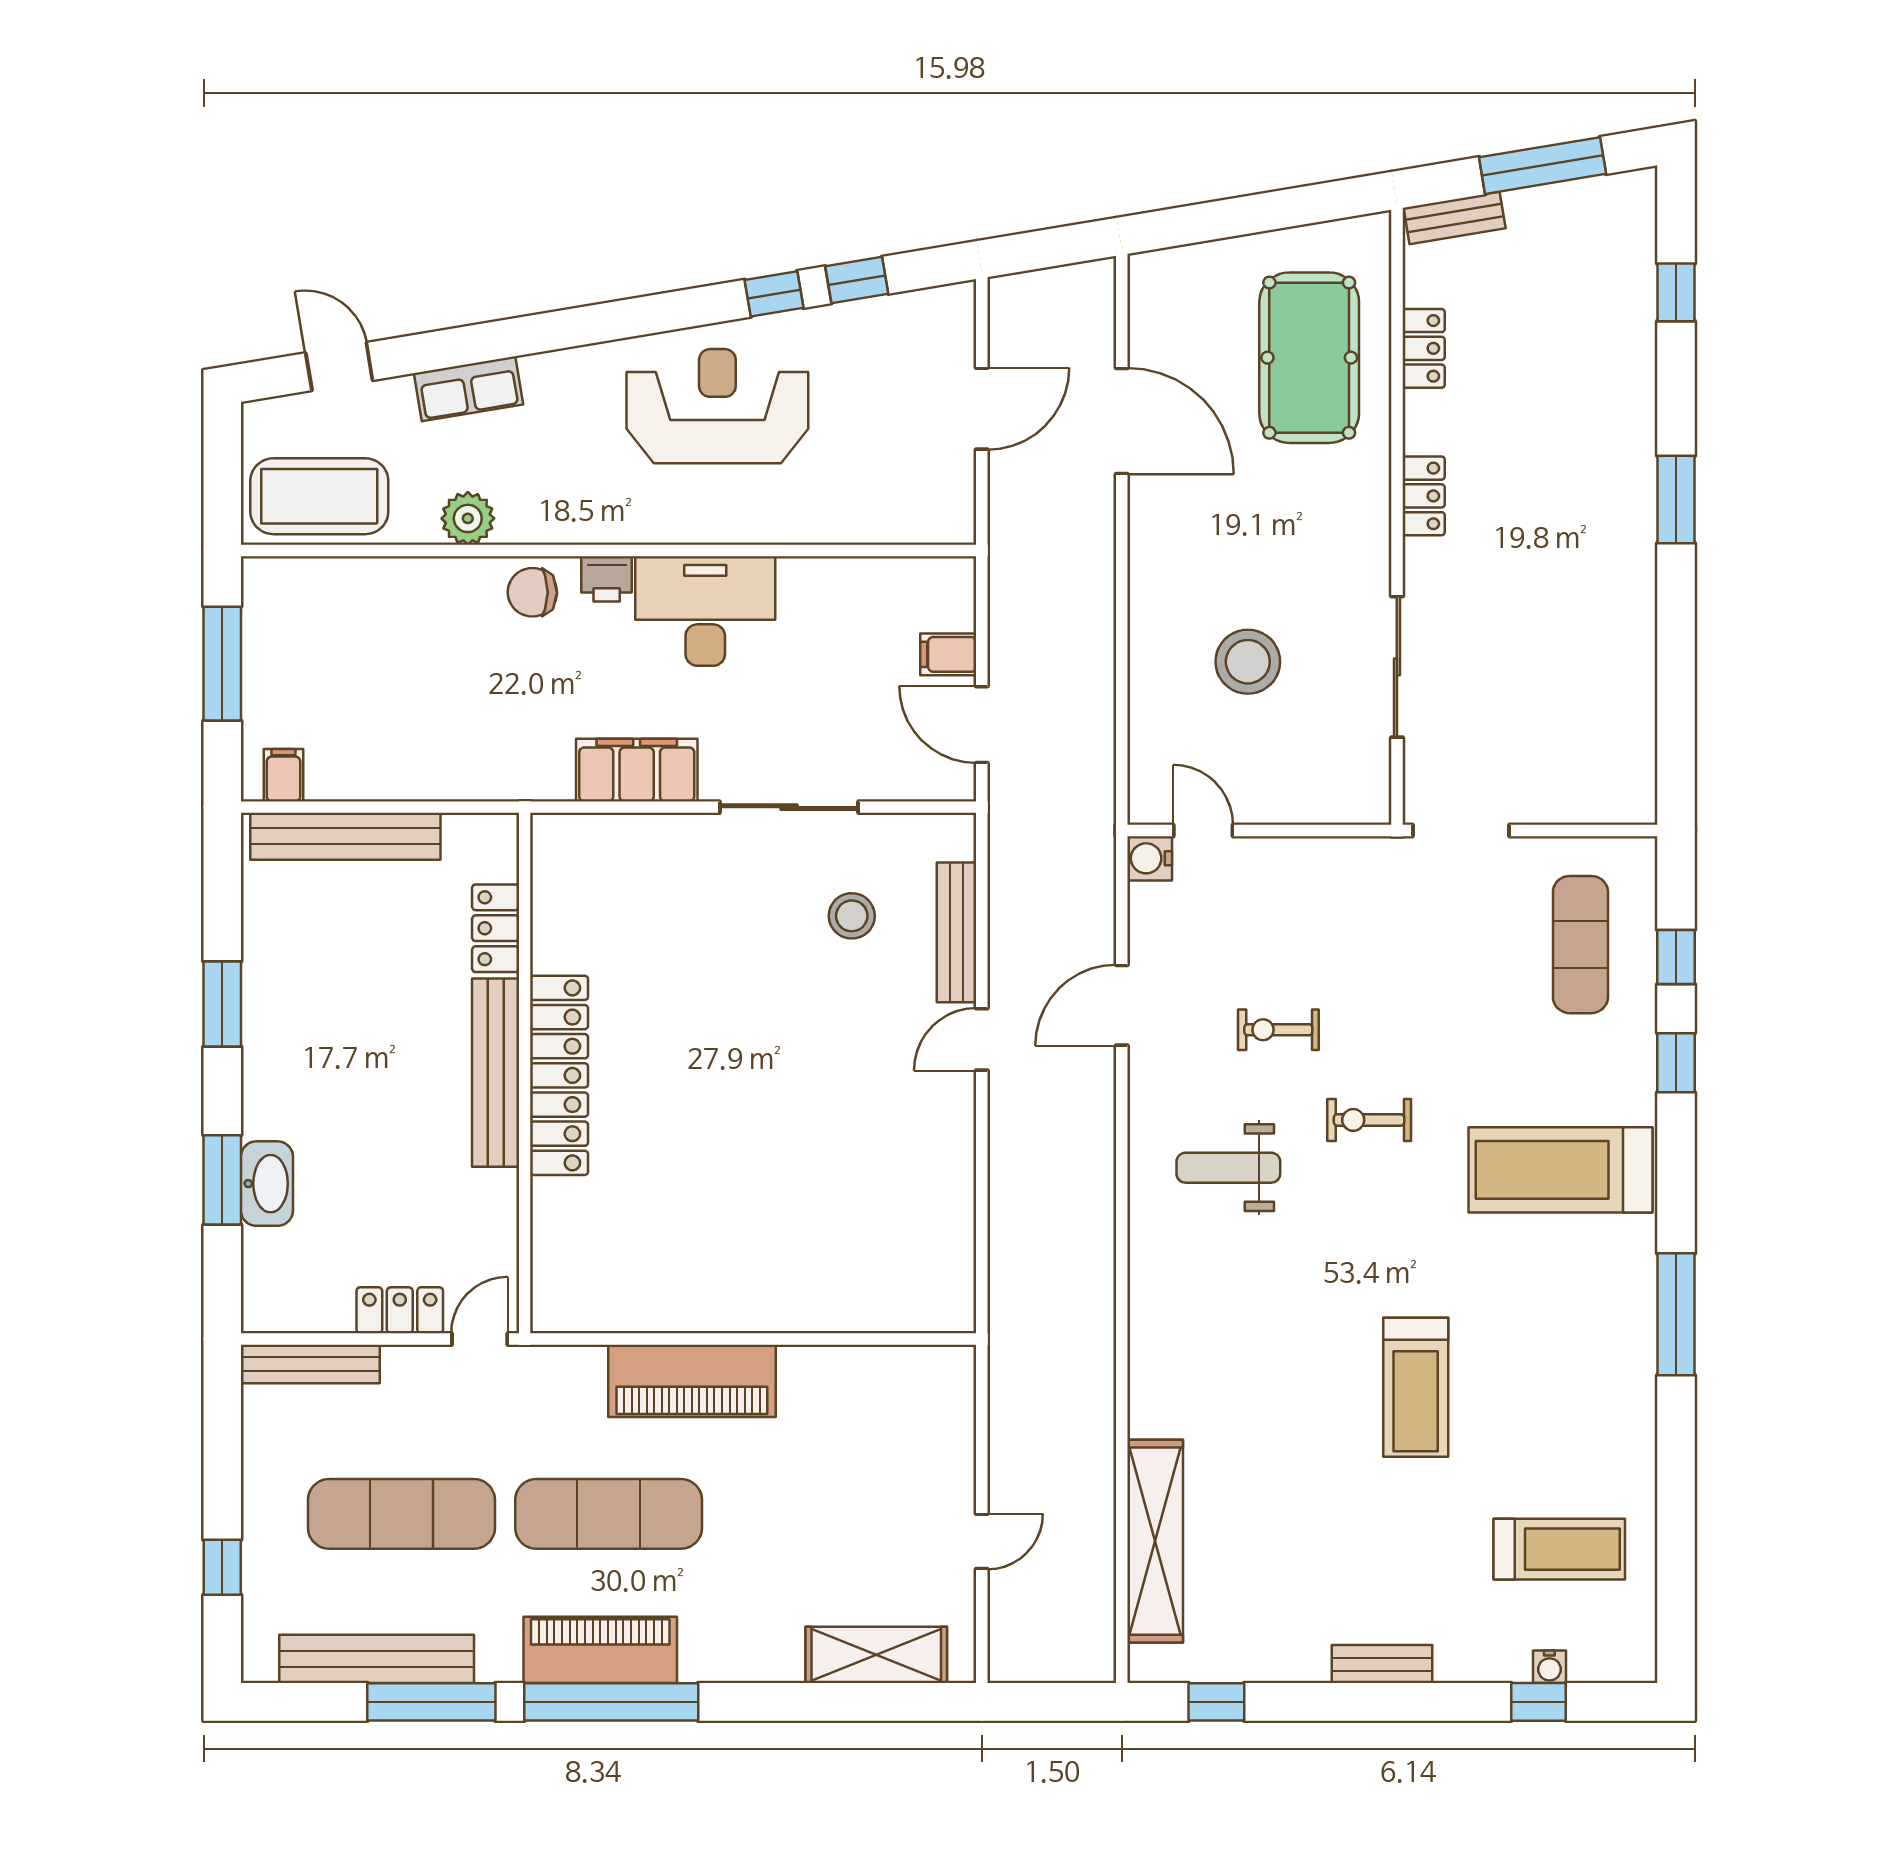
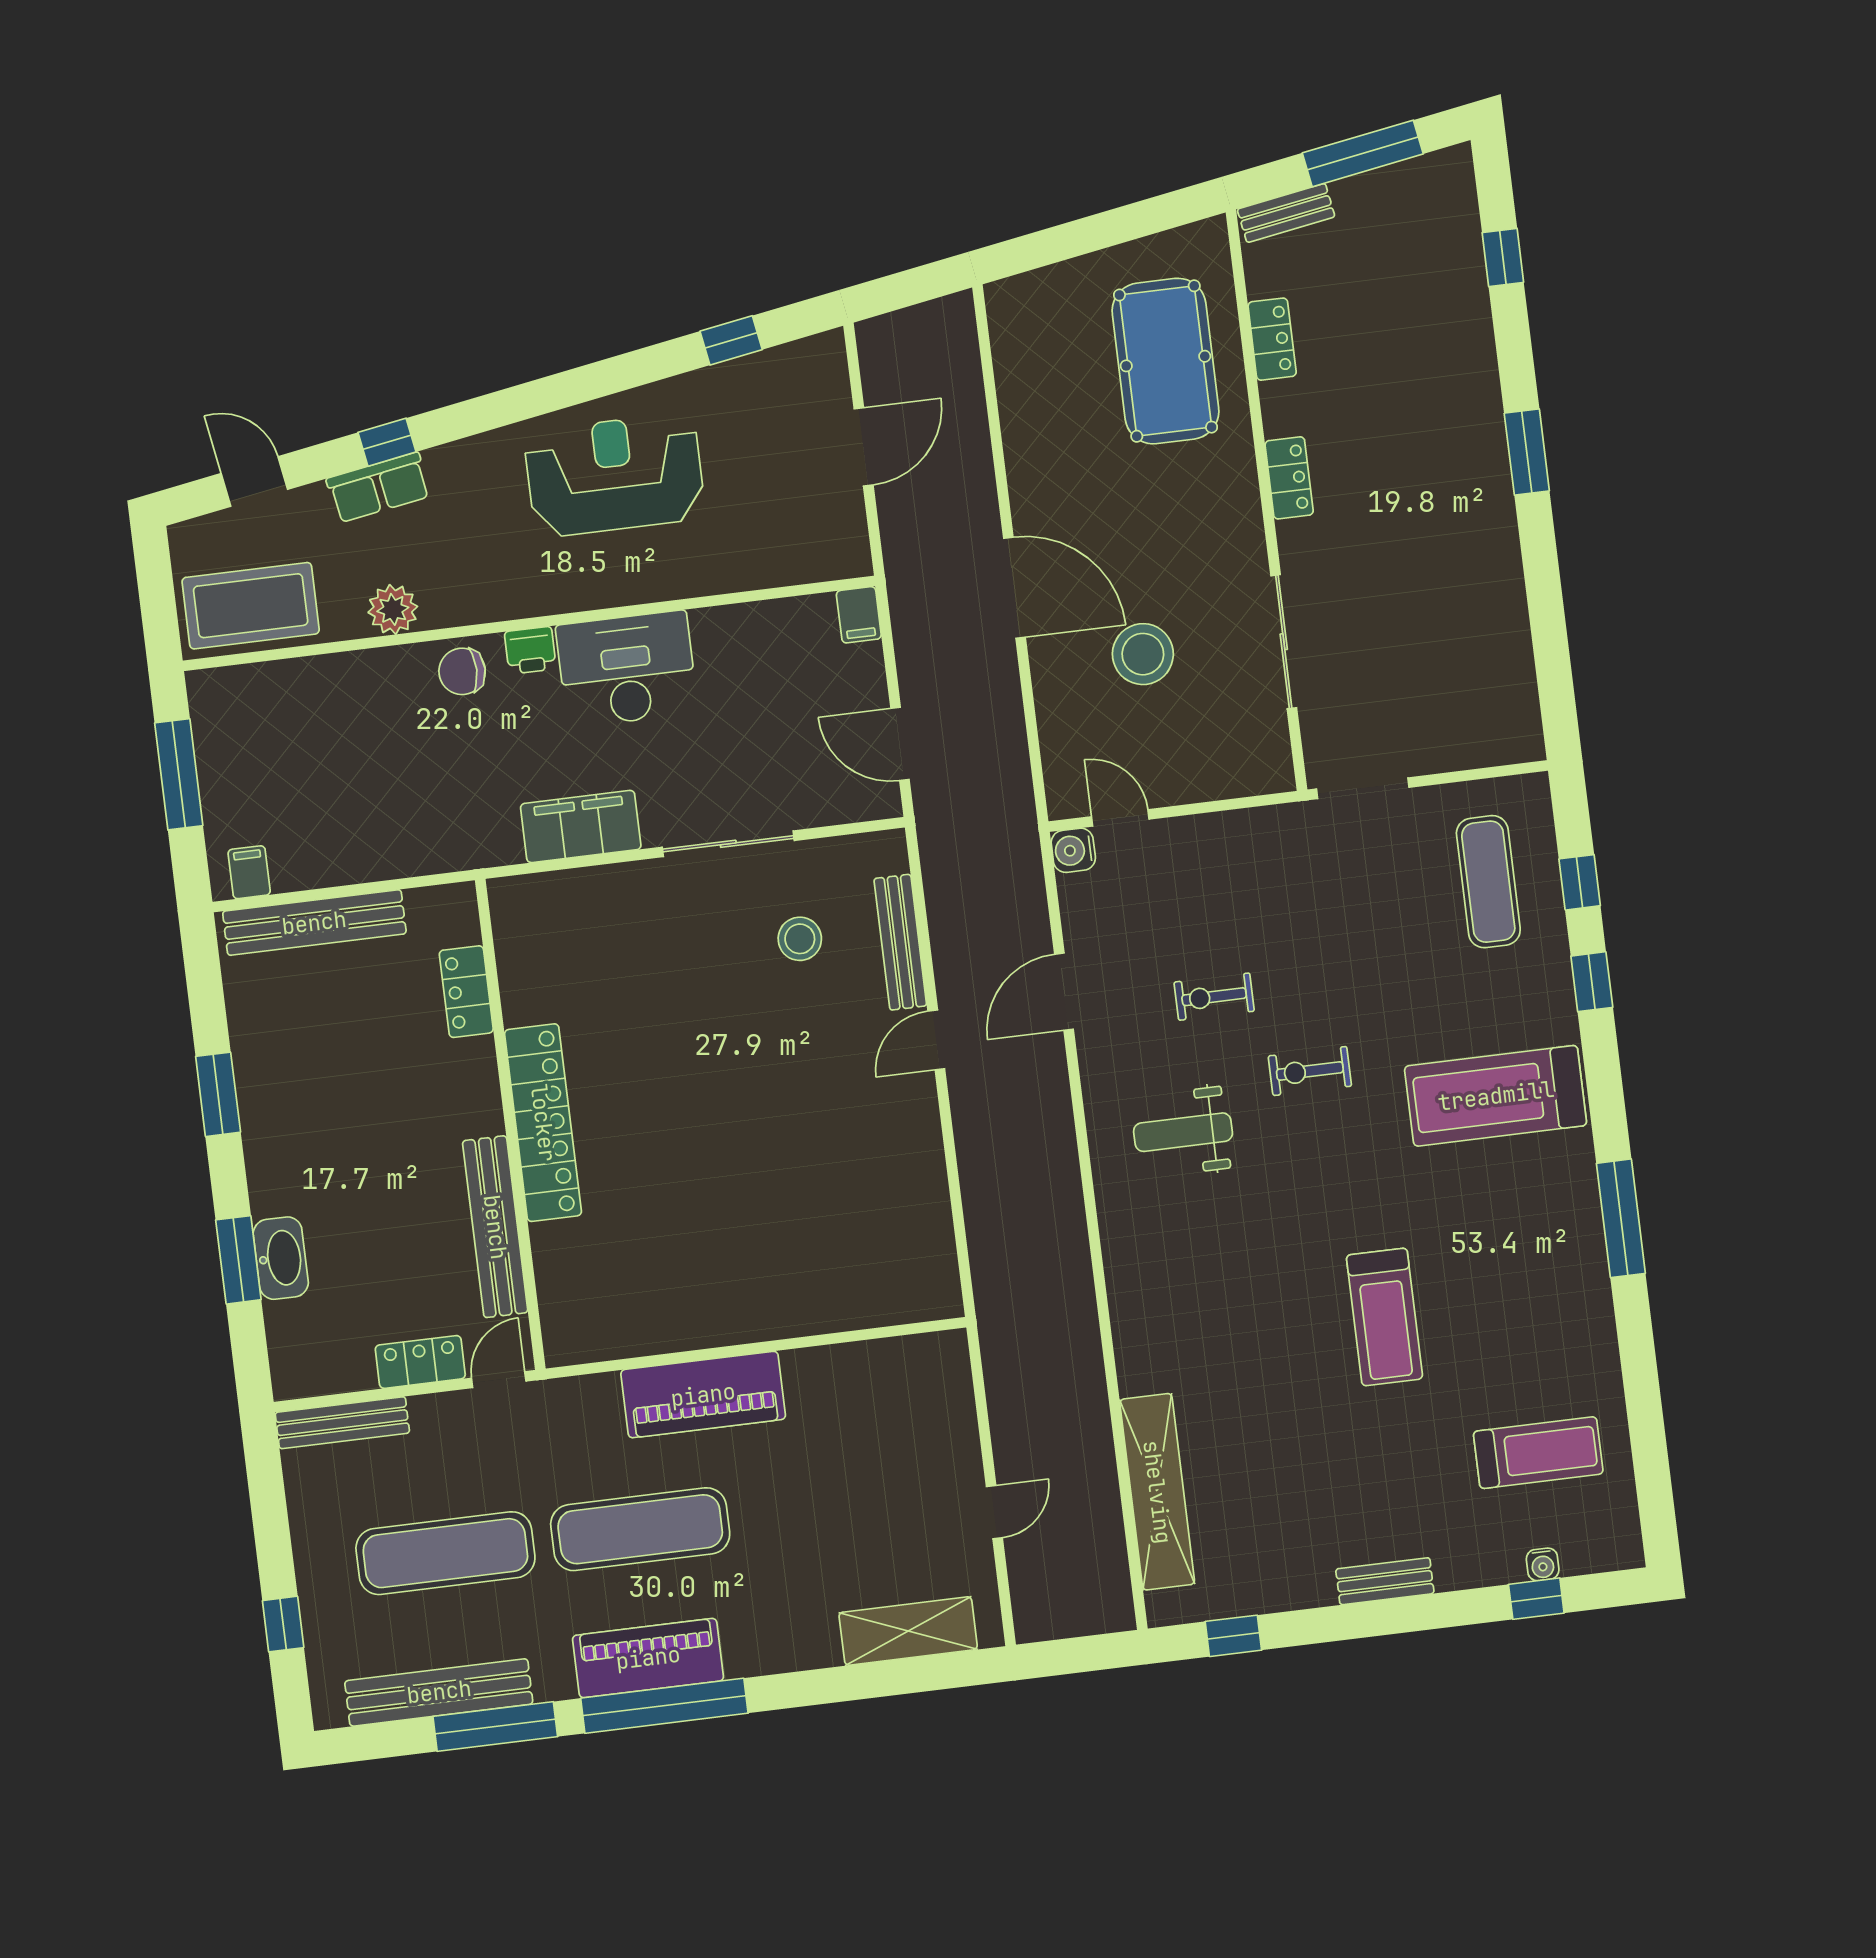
window: (774, 294) -> (387, 442), moved
door: (1122, 421) -> (1014, 588), moved
filing cabinet: (948, 654) -> (859, 615), moved, turned -90
bench: (496, 1073) -> (495, 1227), moved

